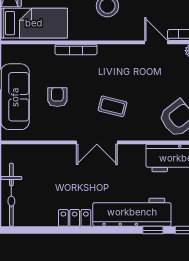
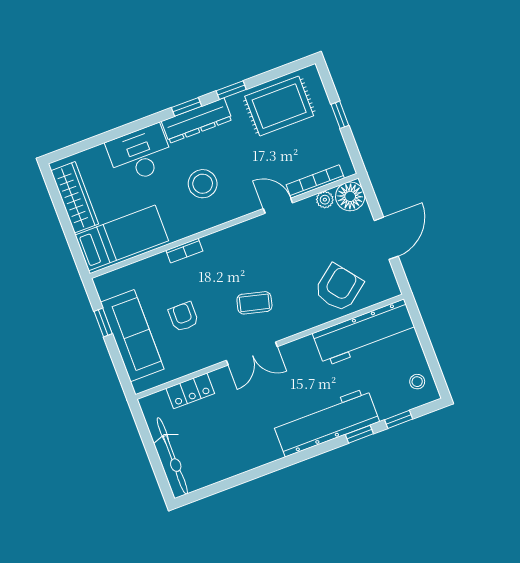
bookcase: (76, 49) -> (184, 251), width x0.64
locker: (75, 218) -> (190, 391), moved, turned 180

